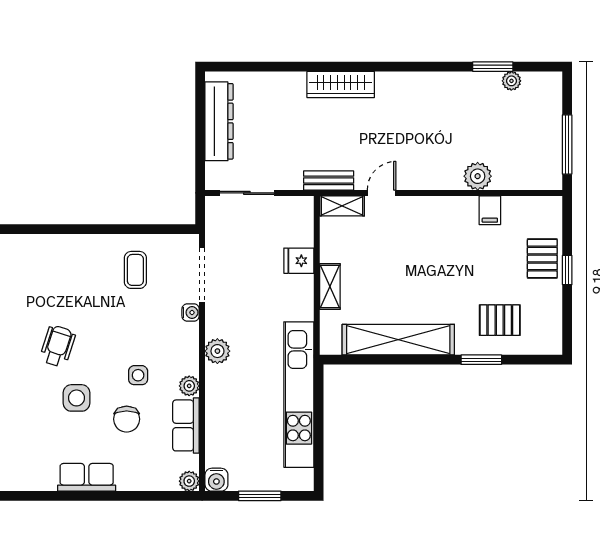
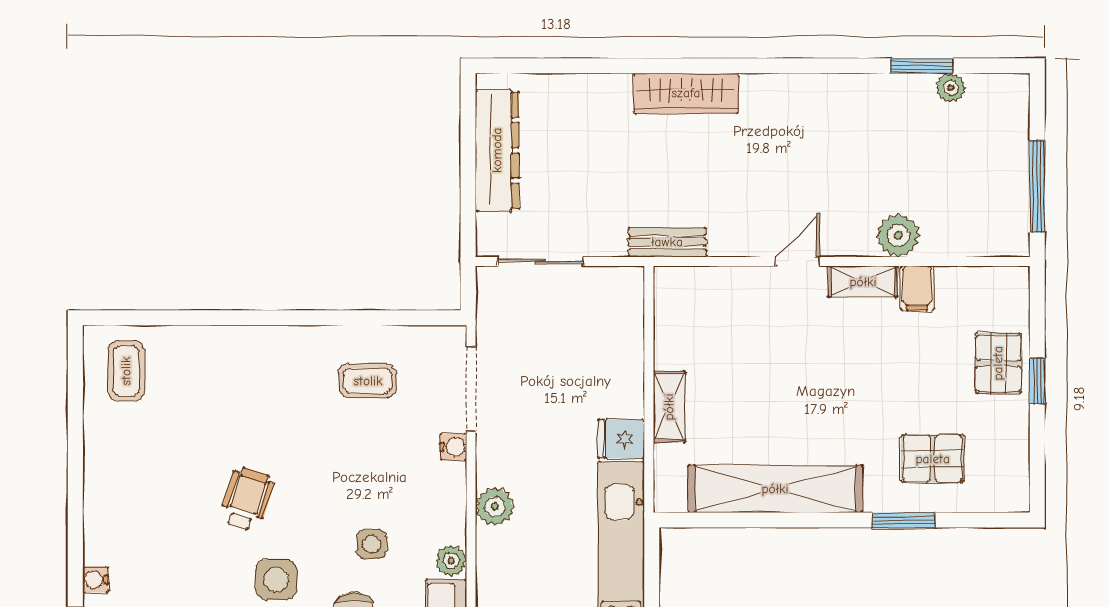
door: (382, 193) -> (797, 261), moved
shelving: (342, 206) -> (863, 282), moved
fridge: (299, 261) -> (621, 439), moved
coffee table: (135, 270) -> (368, 381), turned 90

